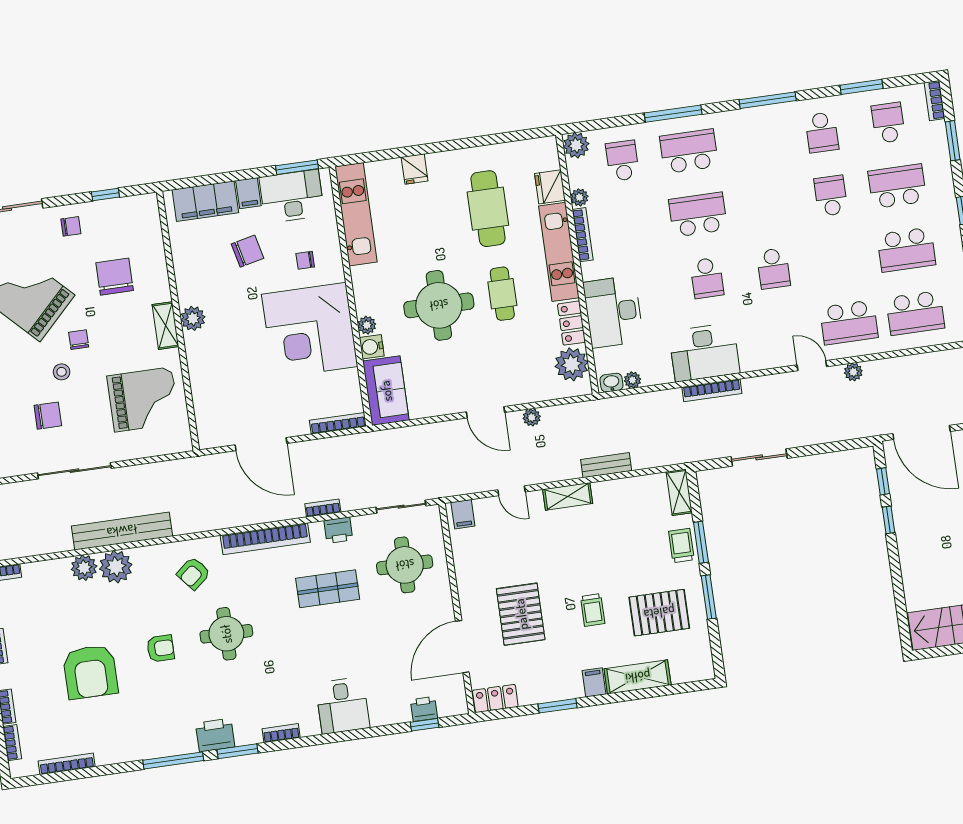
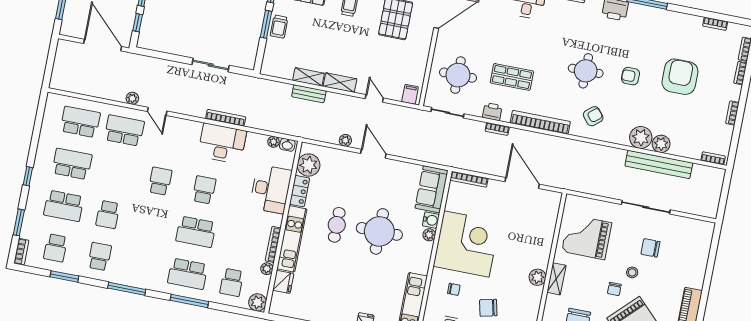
cafe table: (488, 209) -> (327, 282), removed
shelving: (679, 492) -> (309, 77), moved, turned 90
bench: (122, 531) -> (659, 164), moved
bookcase: (67, 764) -> (715, 24), width x0.64

